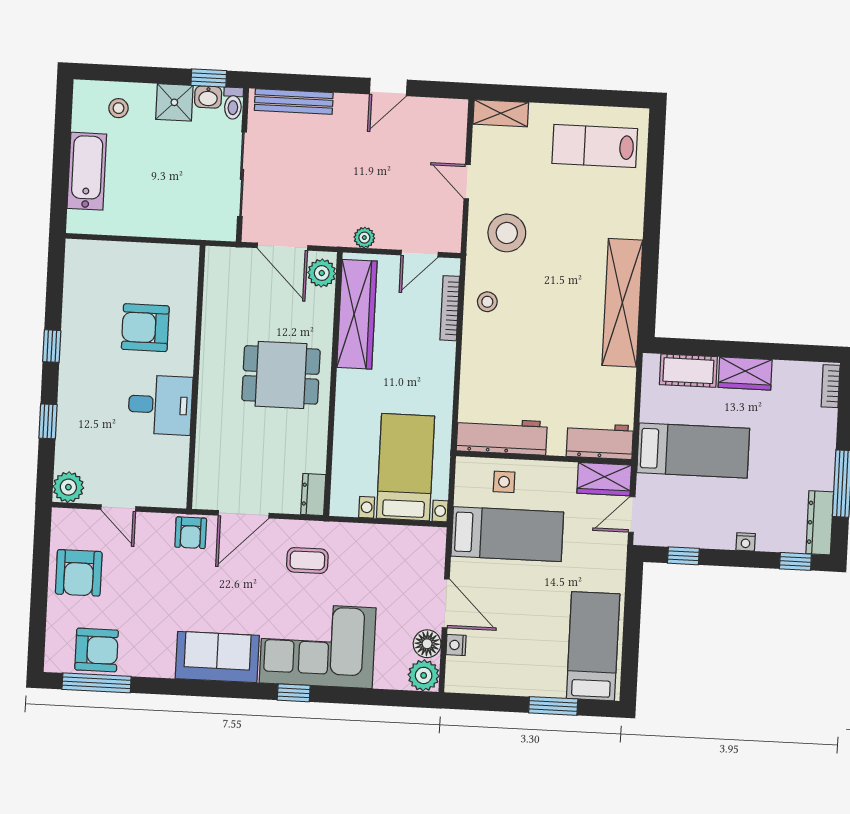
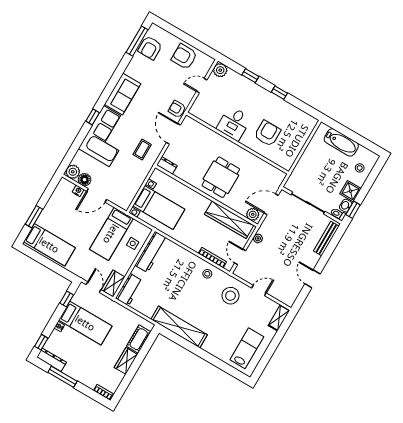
bed: (693, 451) -> (85, 323), moved, turned -90

